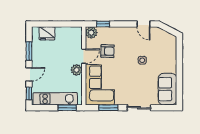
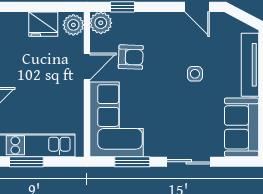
fridge: (47, 33) -> (43, 24), moved
tv unit: (172, 55) -> (250, 65), added
plant: (76, 70) -> (73, 25), moved
window: (67, 108) -> (26, 162), moved

